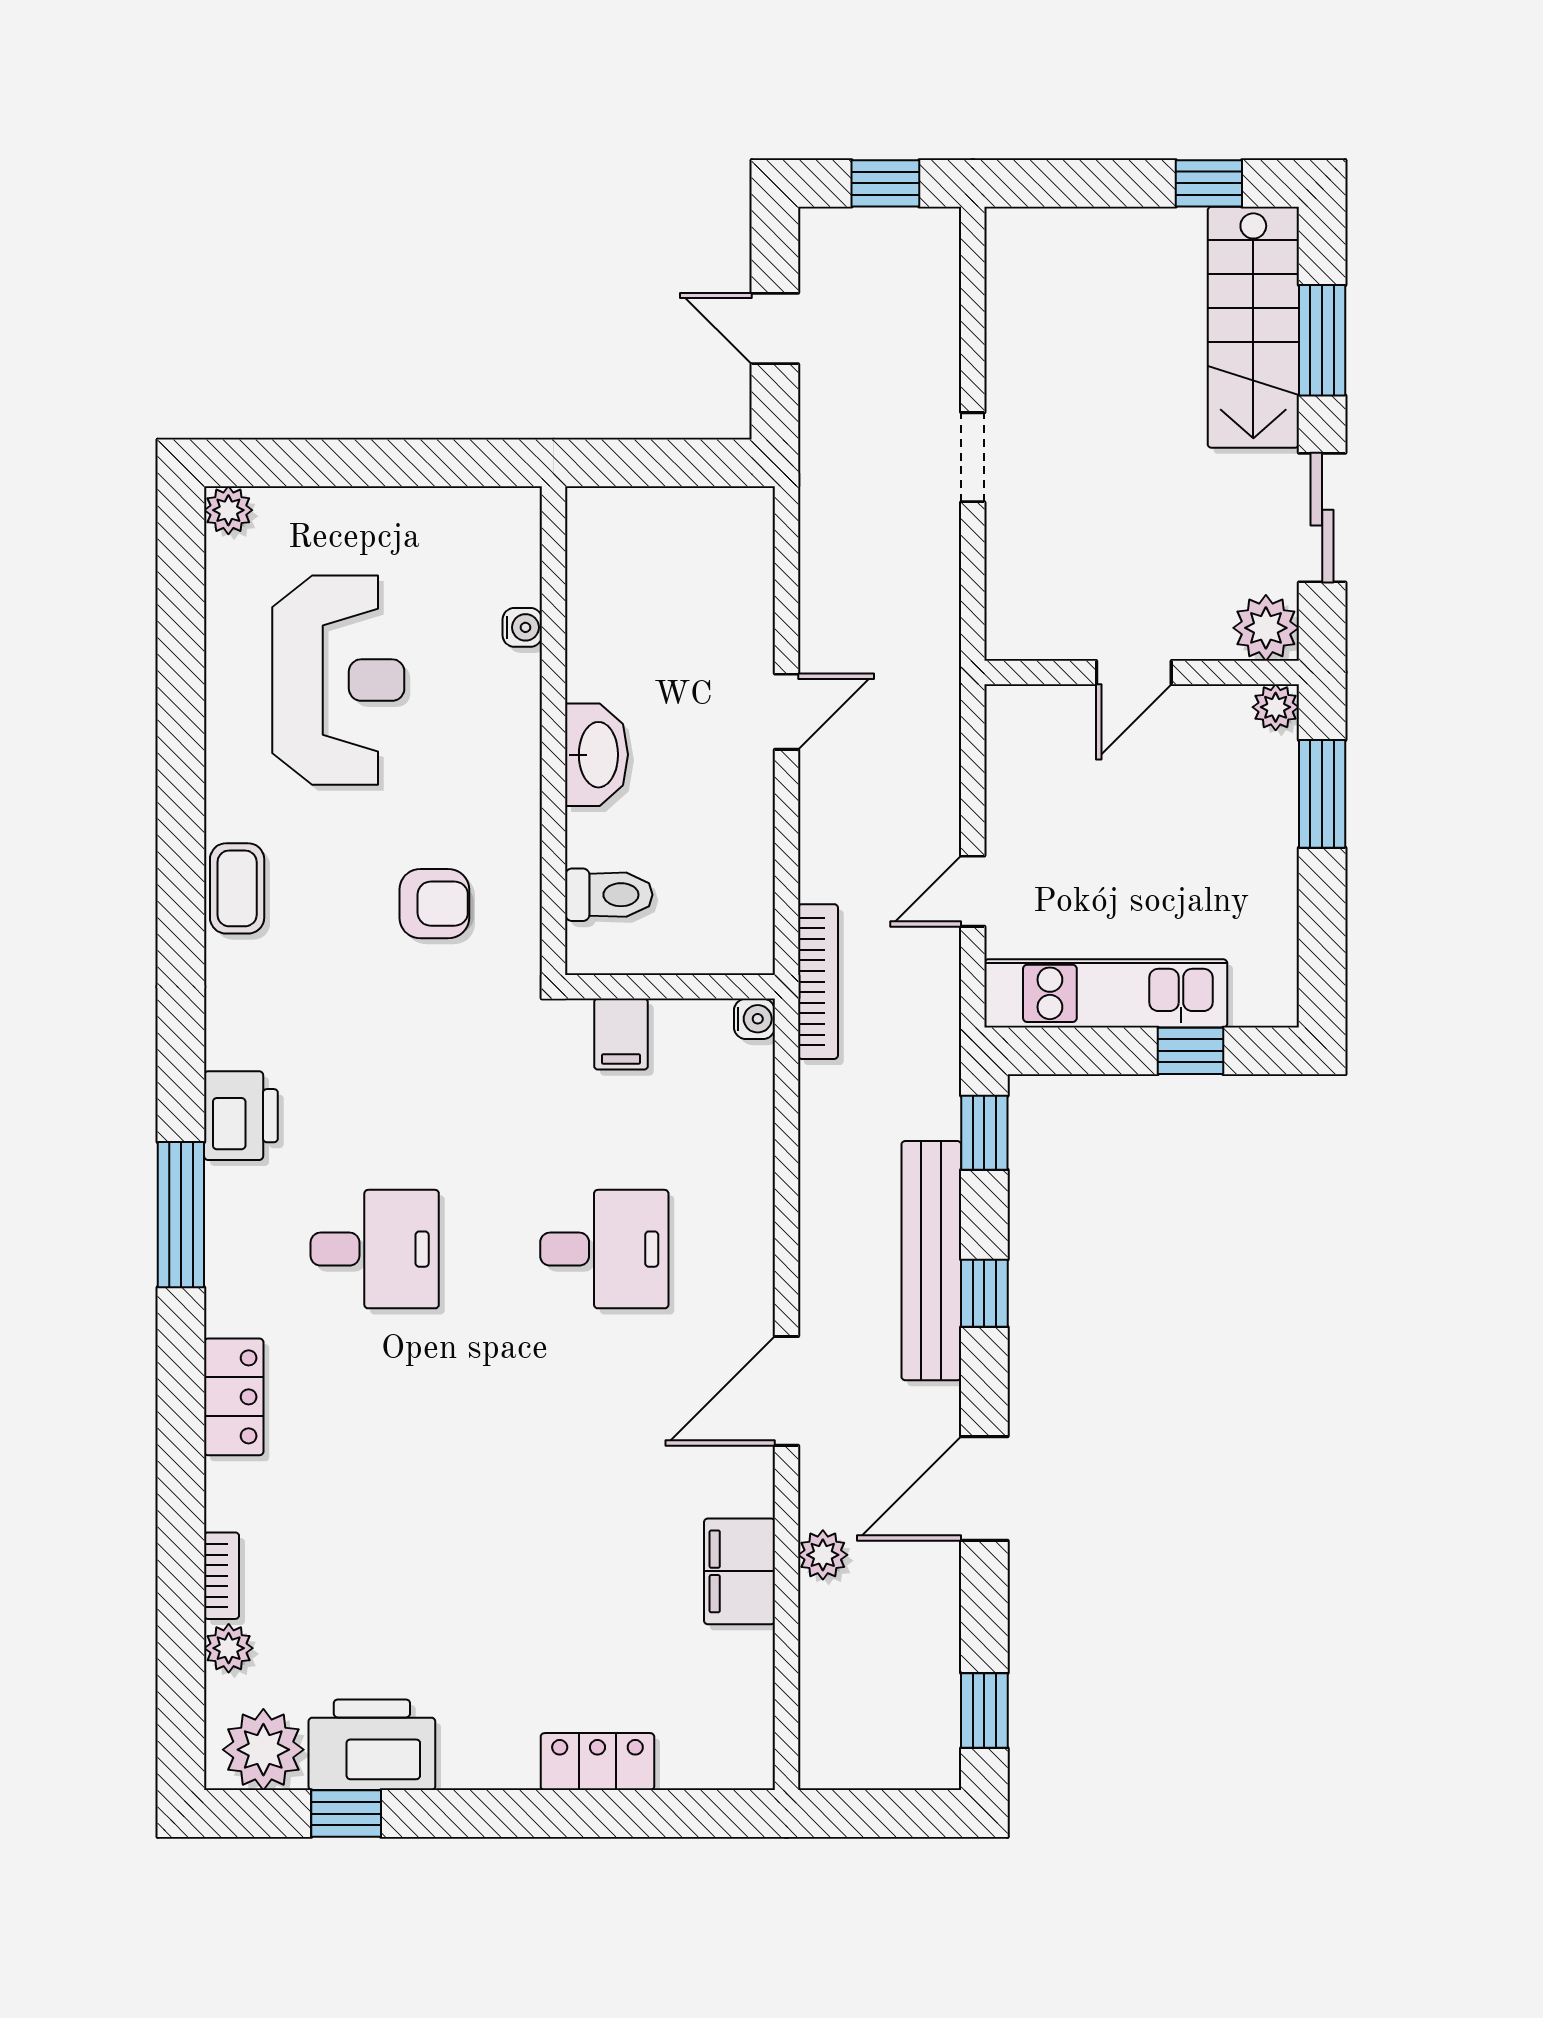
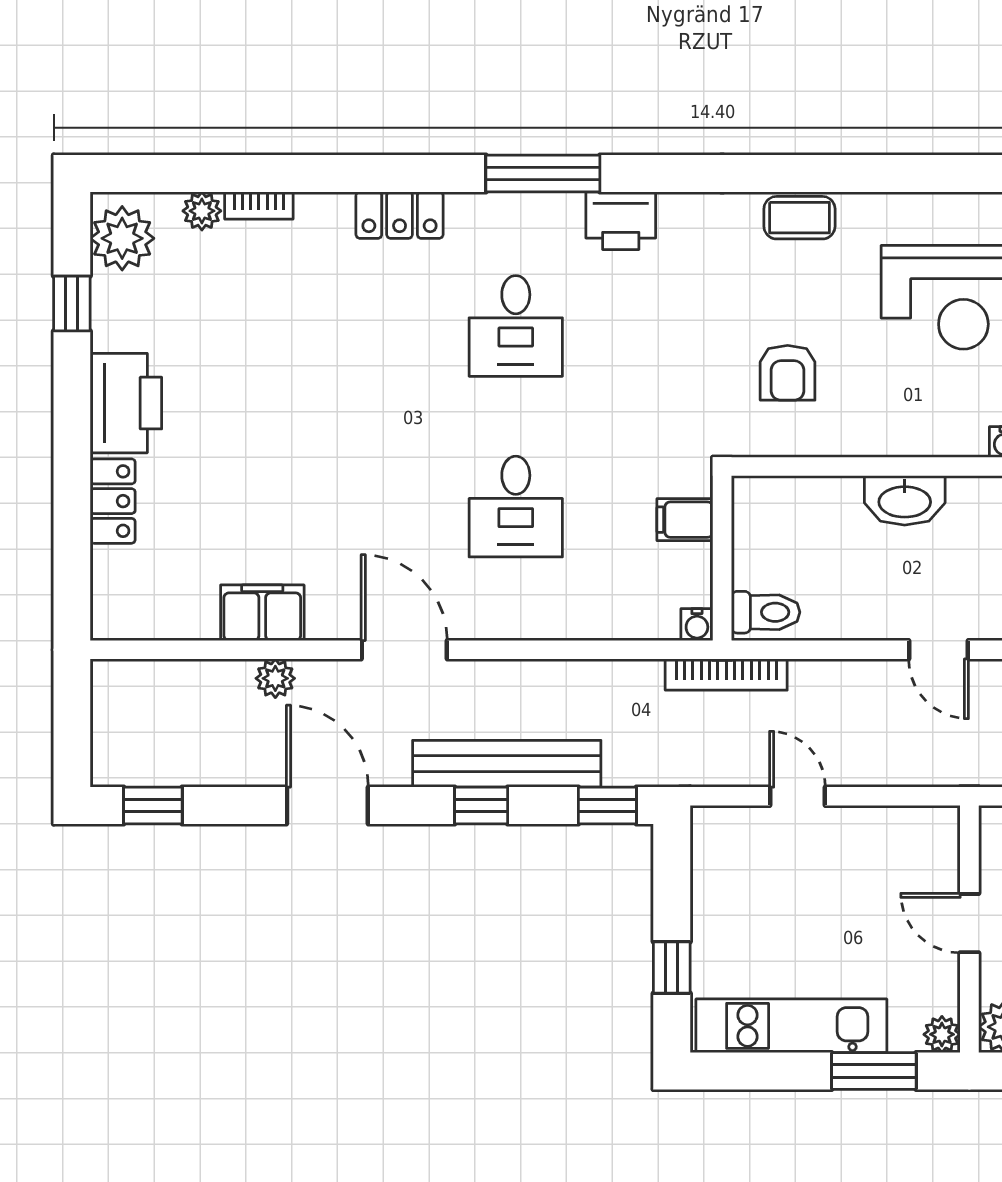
toilet: (609, 895) -> (766, 612), moved, turned -90
kitchen unit: (1106, 993) -> (791, 1026), moved, turned -90
printer: (372, 1745) -> (126, 403), moved

